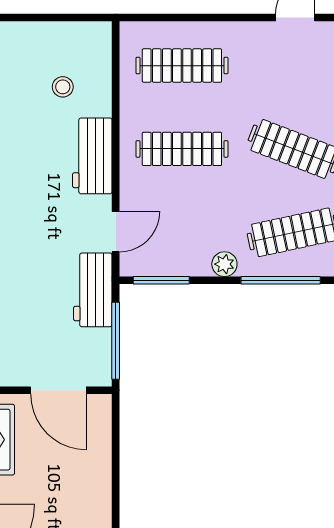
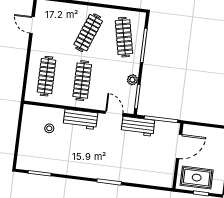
plant: (224, 264) -> (132, 80), moved

